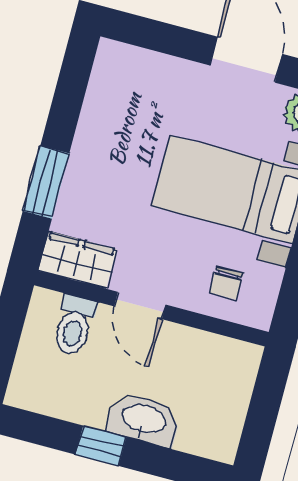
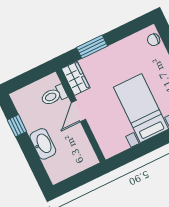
chair: (226, 283) -> (154, 40), moved
window: (101, 446) -> (17, 126), moved

